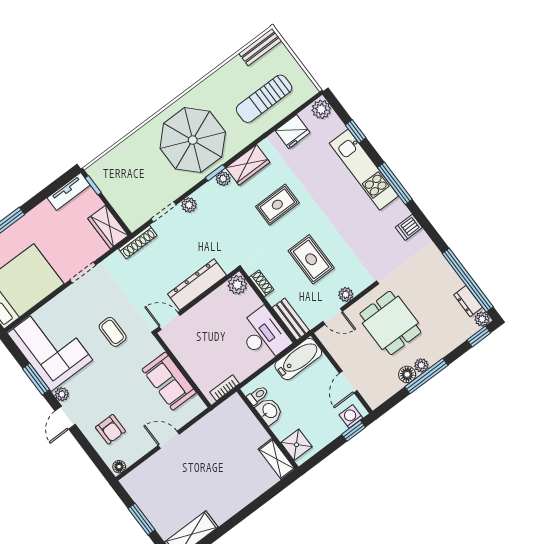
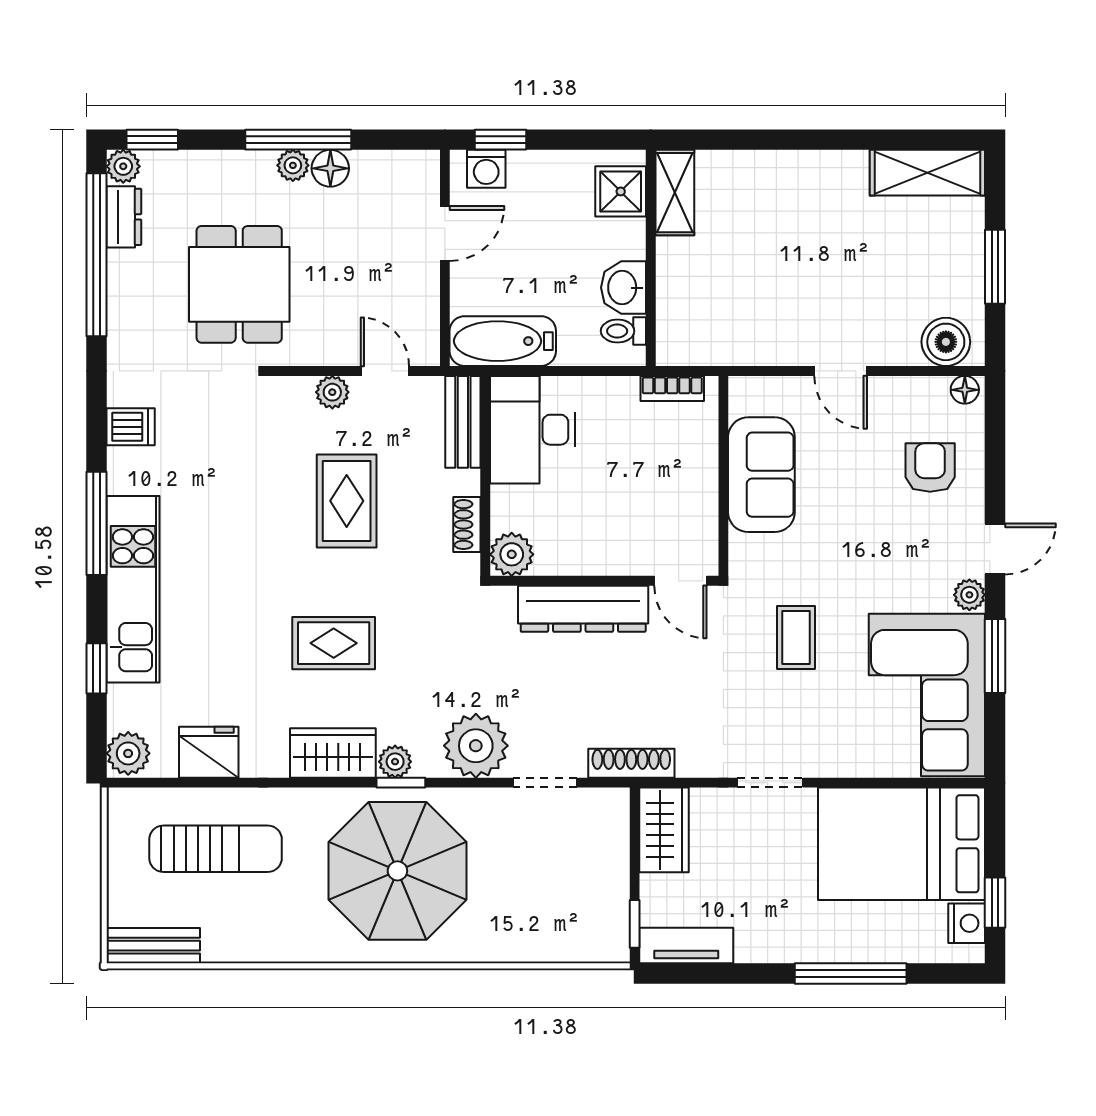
plant: (189, 205) -> (476, 746), width x1.87, depth x1.87
dining table: (390, 323) -> (239, 284), moved
boiler: (139, 479) -> (946, 342), added

